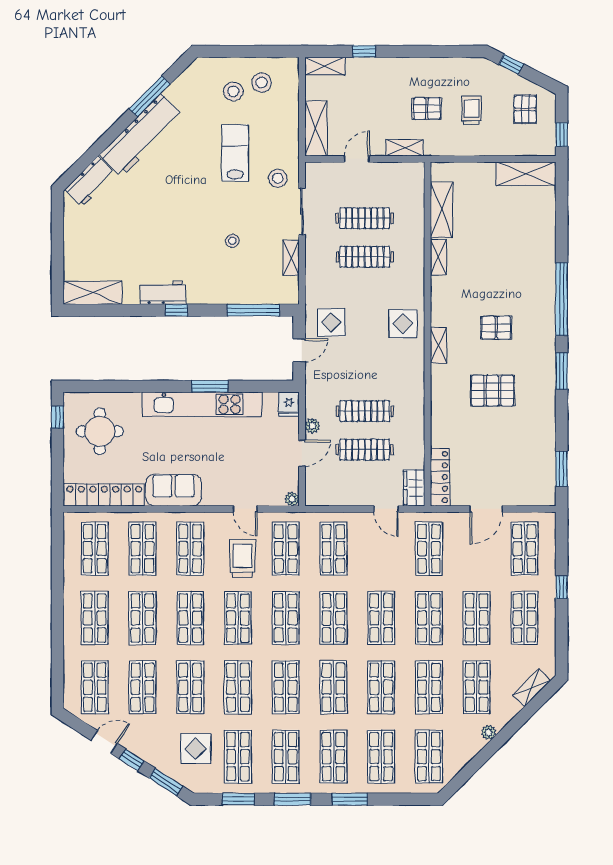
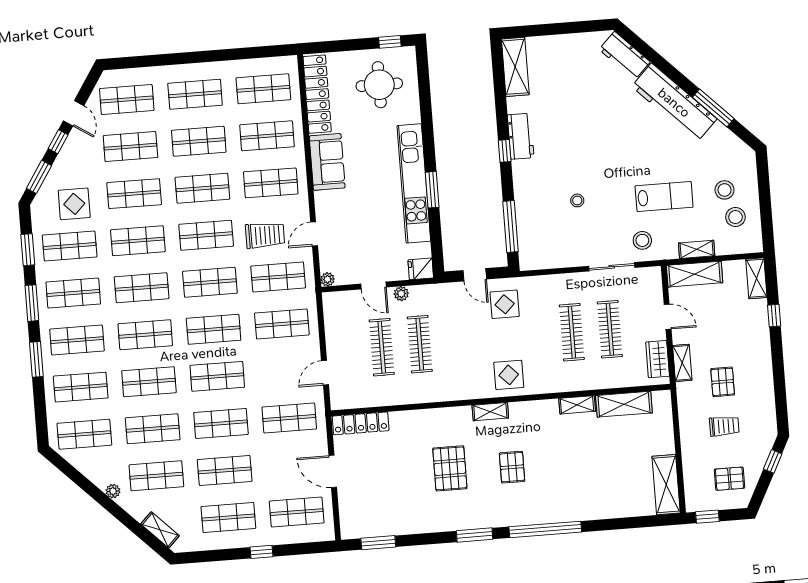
shelving: (291, 258) -> (697, 249), moved
wardrobe: (414, 488) -> (658, 359), moved, turned -90

